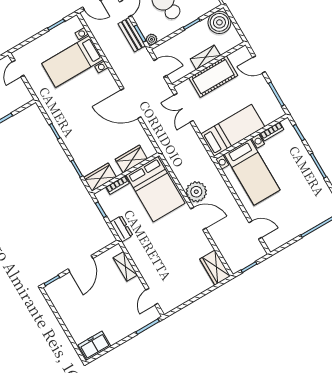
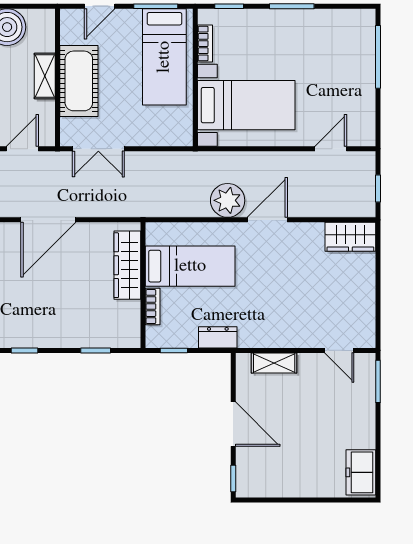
bed: (233, 130) -> (164, 57), moved, turned 180
wardrobe: (131, 159) -> (127, 265), width x1.50
wardrobe: (100, 177) -> (127, 325), removed
bed: (156, 189) -> (190, 266), width x0.67

